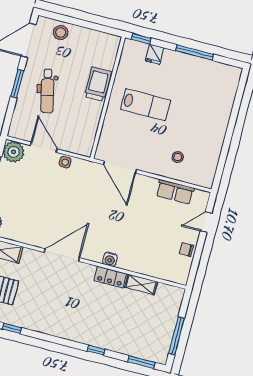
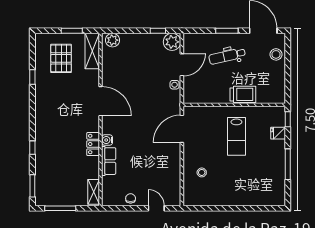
row of seats: (175, 192) -> (109, 161), moved, turned 180
shelving: (141, 284) -> (94, 192), moved

